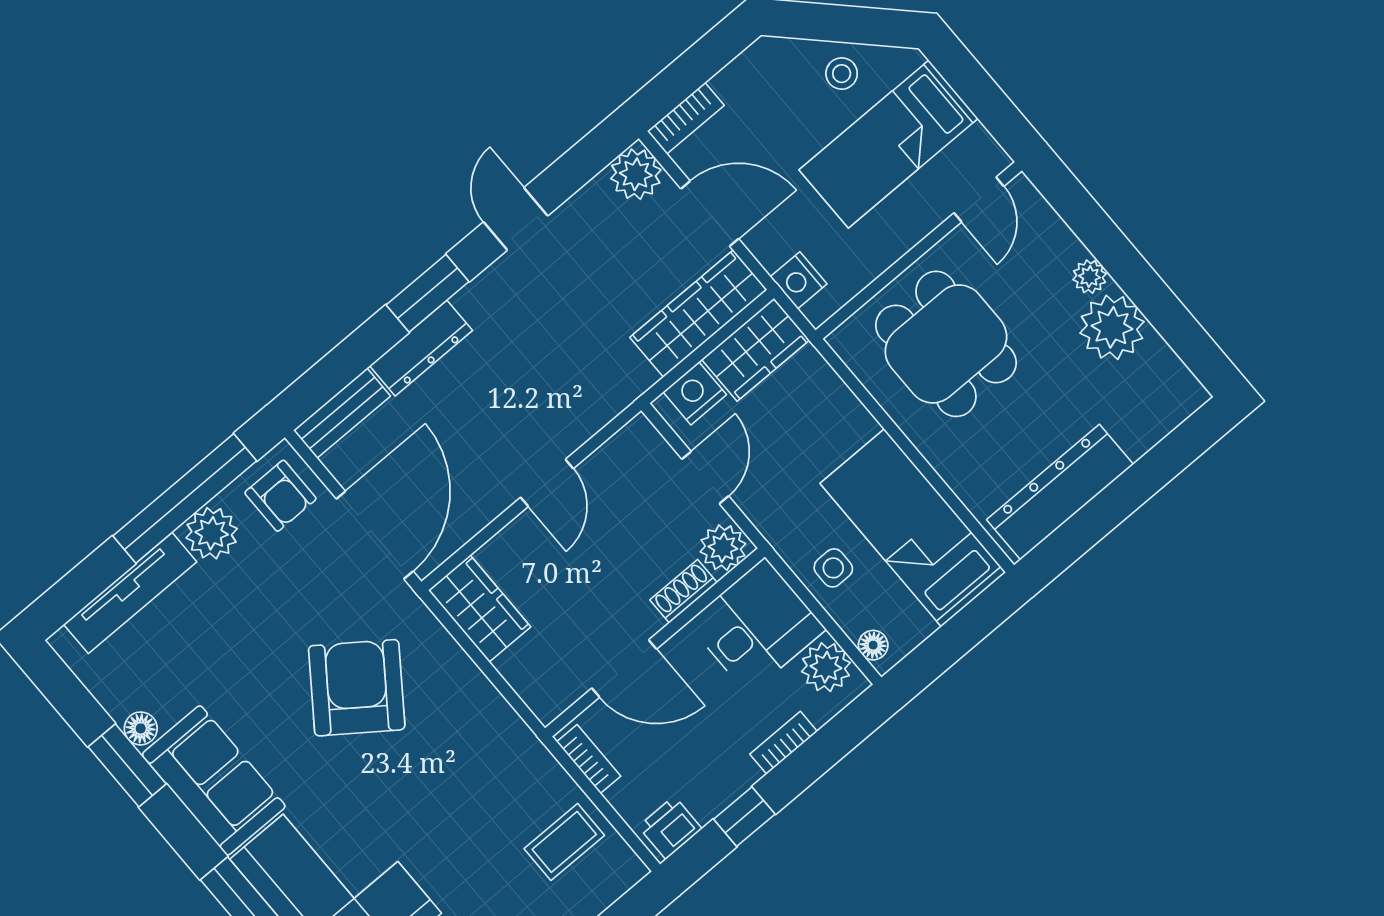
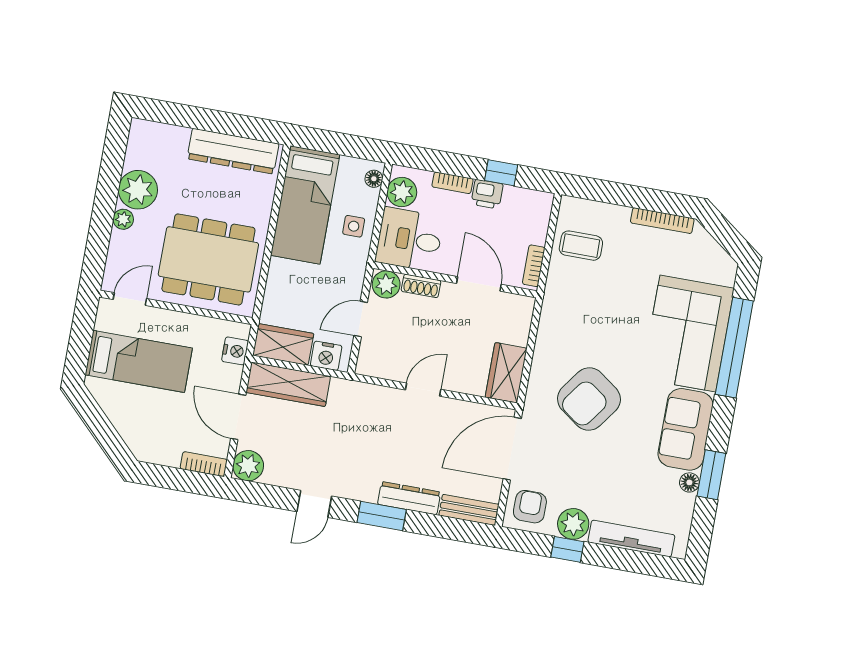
stool: (842, 74) -> (124, 410), removed
dining table: (946, 344) -> (208, 259), width x1.38
window: (185, 498) -> (567, 549), width x0.32
printer: (670, 828) -> (487, 194), moved

